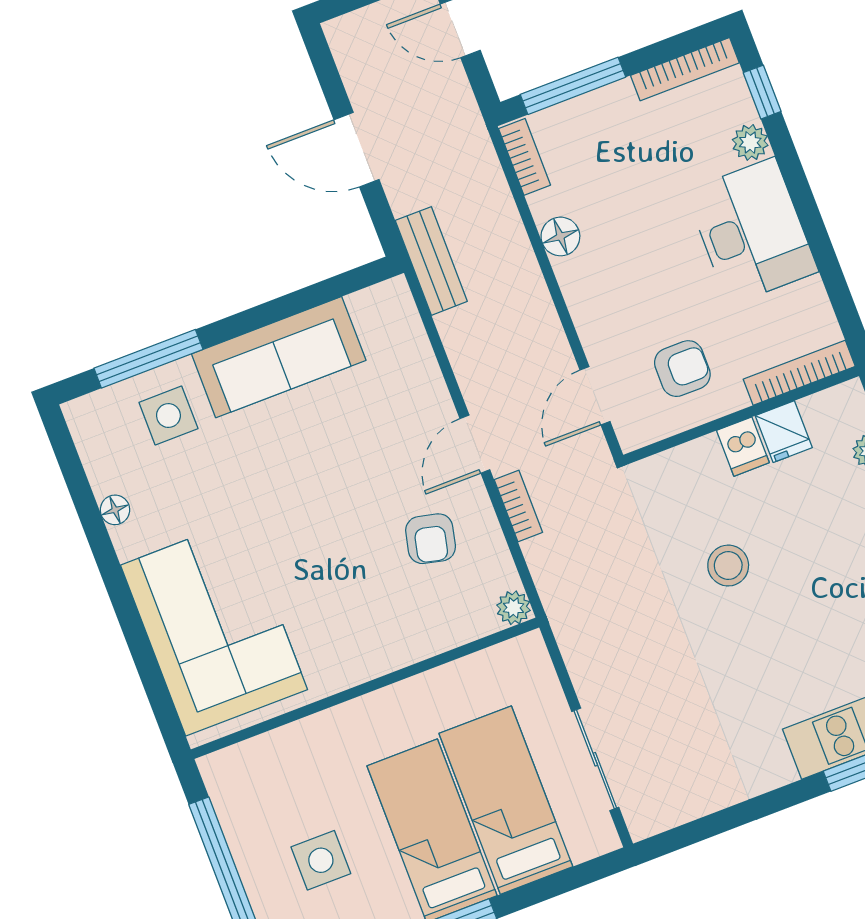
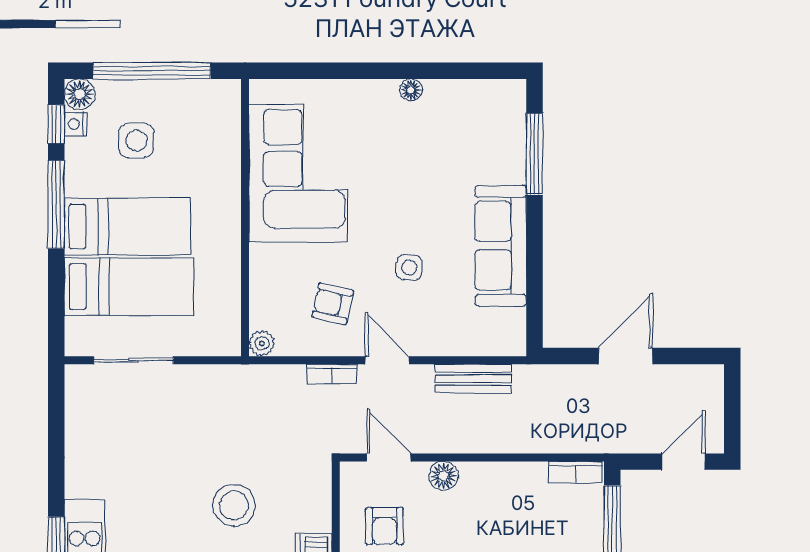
floor lamp: (560, 236) -> (444, 476), moved
bench: (431, 261) -> (473, 379), moved
side table: (168, 416) -> (409, 268), moved, width x0.73, depth x0.73
floor lamp: (115, 510) -> (411, 90), moved
stool: (728, 566) -> (234, 505), width x1.38, depth x1.38
corner sofa: (214, 627) -> (298, 173), moved, turned -90

